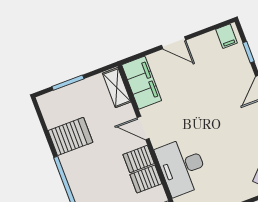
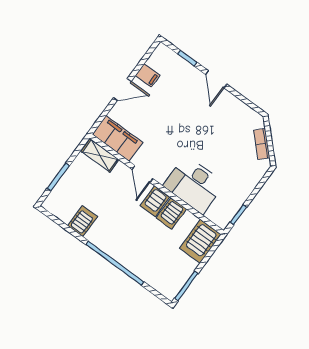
filing cabinet: (226, 36) -> (148, 75), moved
door: (143, 128) -> (142, 174), hinge flipped
server rack: (71, 136) -> (82, 221), width x0.73, depth x0.70

